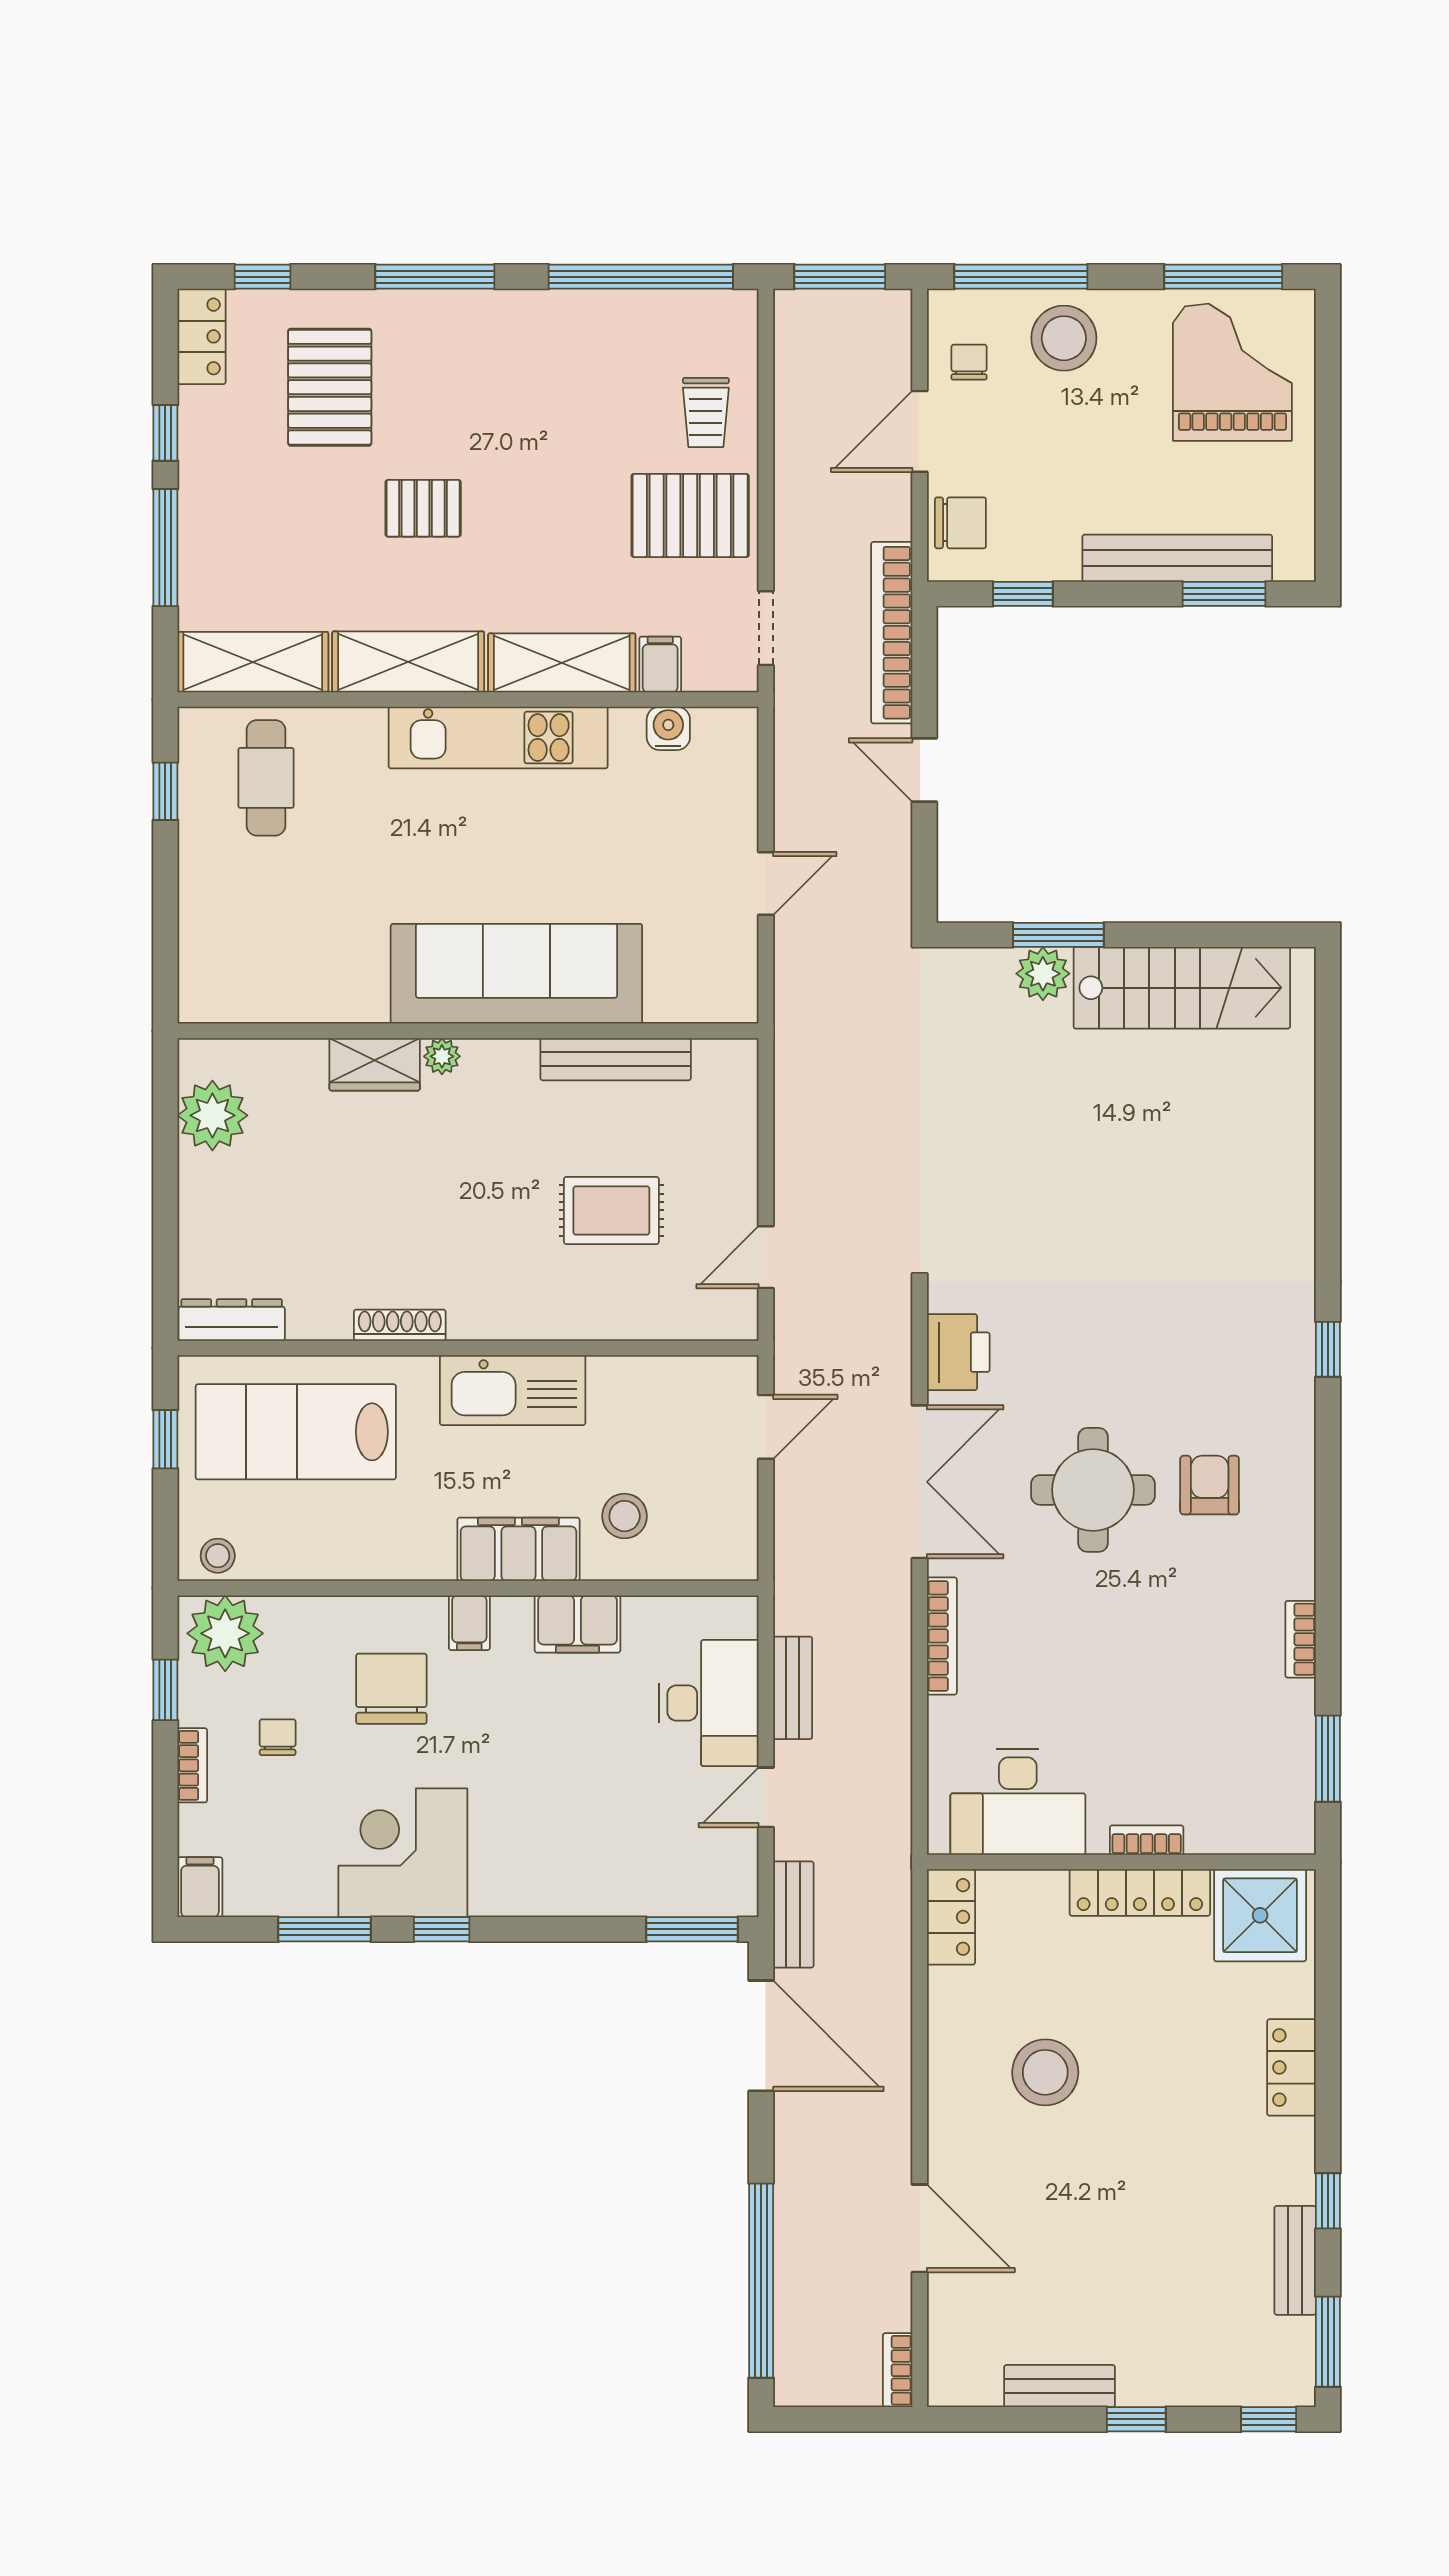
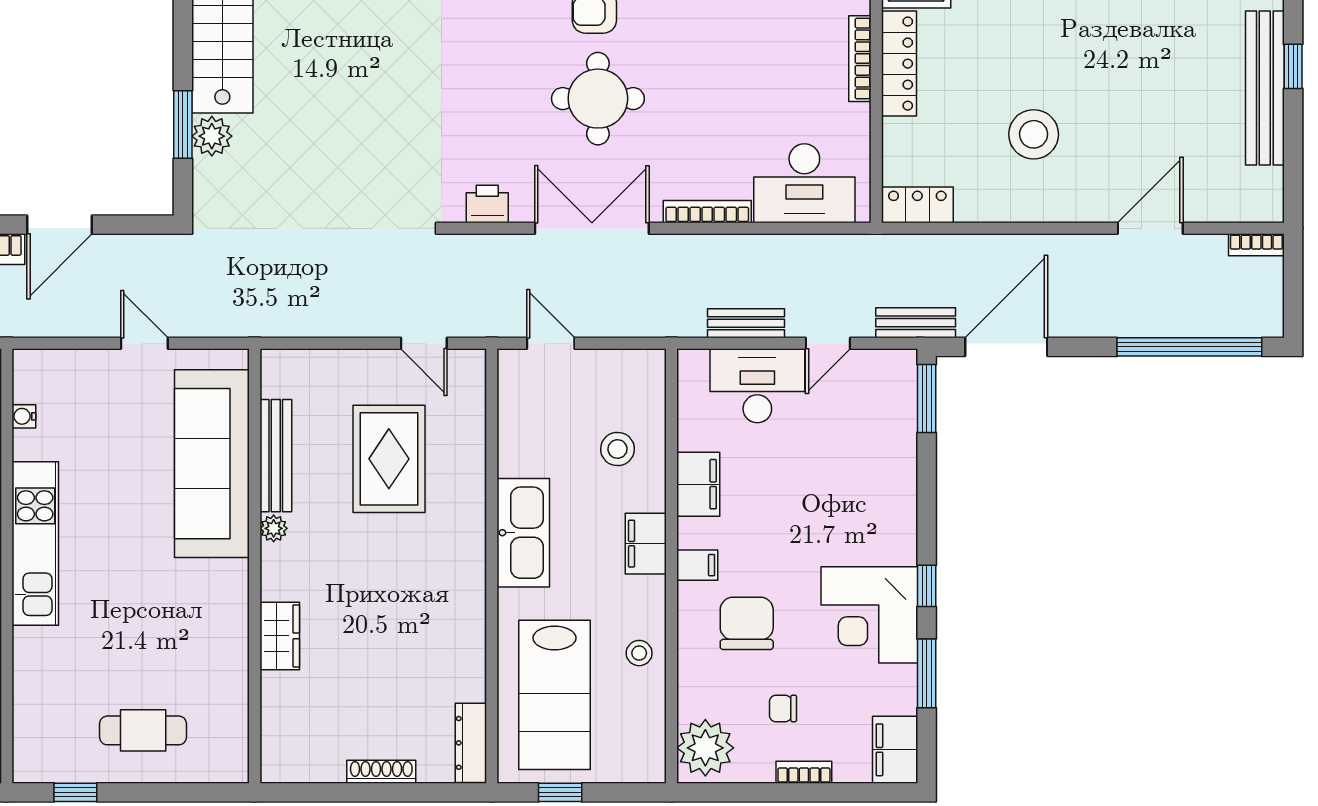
water cooler: (668, 728) -> (24, 416), width x0.72, depth x0.72
door: (924, 770) -> (59, 225), width x1.38
cafe table: (266, 778) -> (143, 730), moved
sofa: (516, 974) -> (212, 464), moved
plant: (442, 1056) -> (274, 528), moved
plant: (212, 1115) -> (318, 757), removed
rug: (611, 1210) -> (389, 459), width x1.36, depth x1.43
shoe rack: (400, 1325) -> (381, 772), moved, turned 90
printer: (958, 1352) -> (487, 204), width x0.73, depth x0.81
filing cabinet: (518, 1549) -> (646, 544), width x0.67, depth x0.86
stool: (218, 1556) -> (639, 653), moved
chair: (391, 1689) -> (747, 623), turned 90
window: (165, 1690) -> (747, 792), removed
door: (766, 1797) -> (828, 343), hinge flipped
desk: (1018, 1802) -> (804, 183), moved, turned 90
bookcase: (1147, 1840) -> (860, 59), width x1.56
filing cabinet: (200, 1887) -> (895, 750), width x2.00
bench: (1059, 2386) -> (1265, 88), width x1.86, depth x1.21

